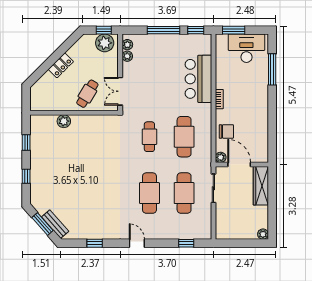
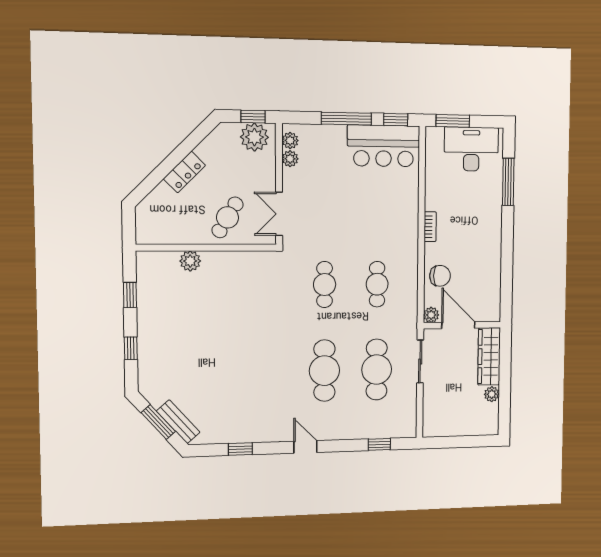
bar counter: (198, 79) -> (384, 146), moved, turned -90
cafe table: (184, 137) -> (377, 284), width x0.73, depth x0.74
plant: (263, 234) -> (492, 394), moved

